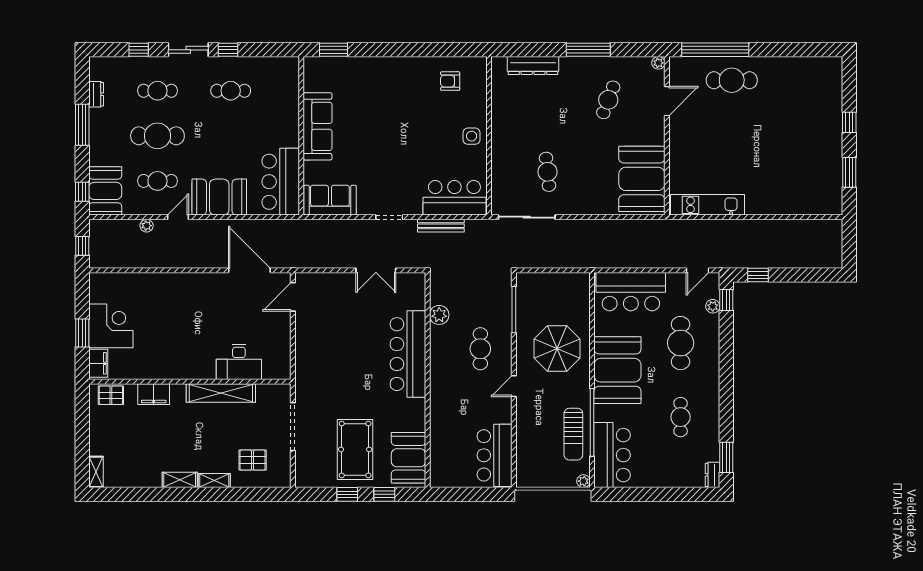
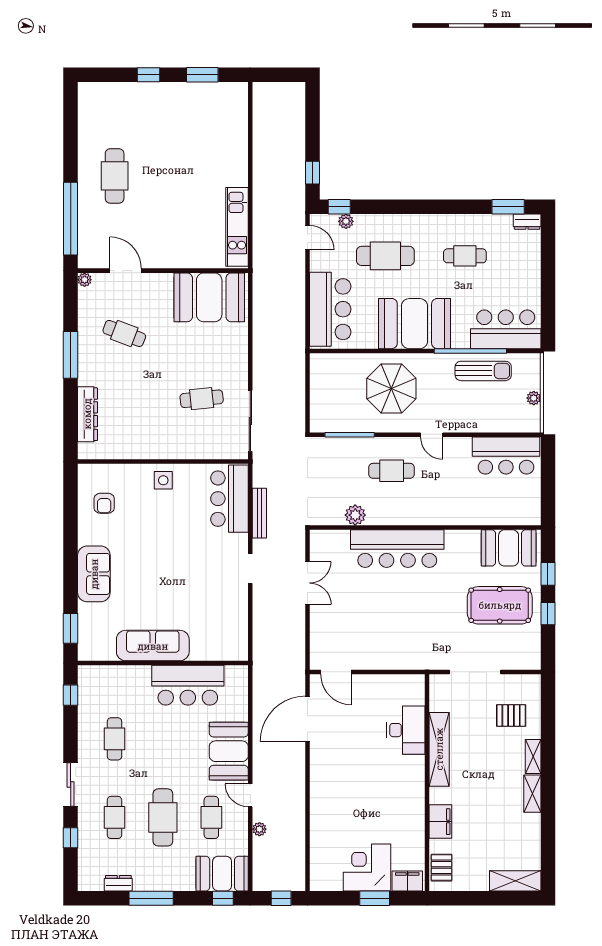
window: (228, 50) -> (71, 695), moved
cafe table: (732, 80) -> (115, 176), moved
bar counter: (281, 182) -> (188, 685), moved
sofa: (330, 200) -> (94, 574), moved, turned 180
pallet: (253, 460) -> (511, 715), turned 90
shelving: (96, 472) -> (515, 881), width x1.50, depth x1.33
plant: (583, 481) -> (534, 398), moved

